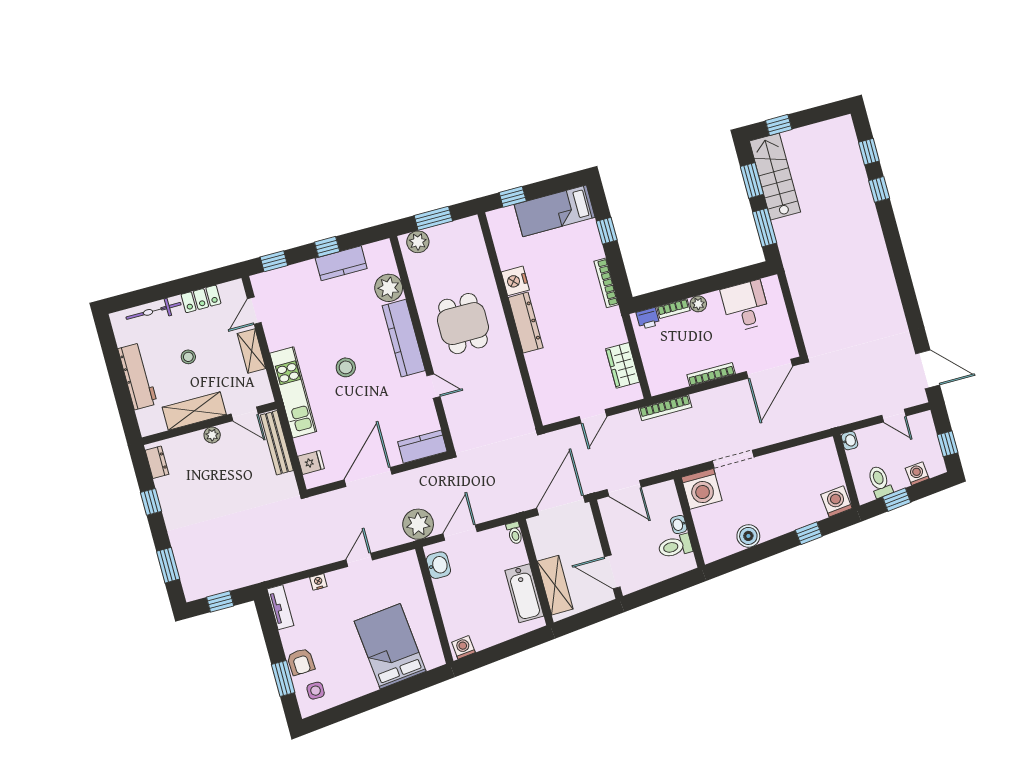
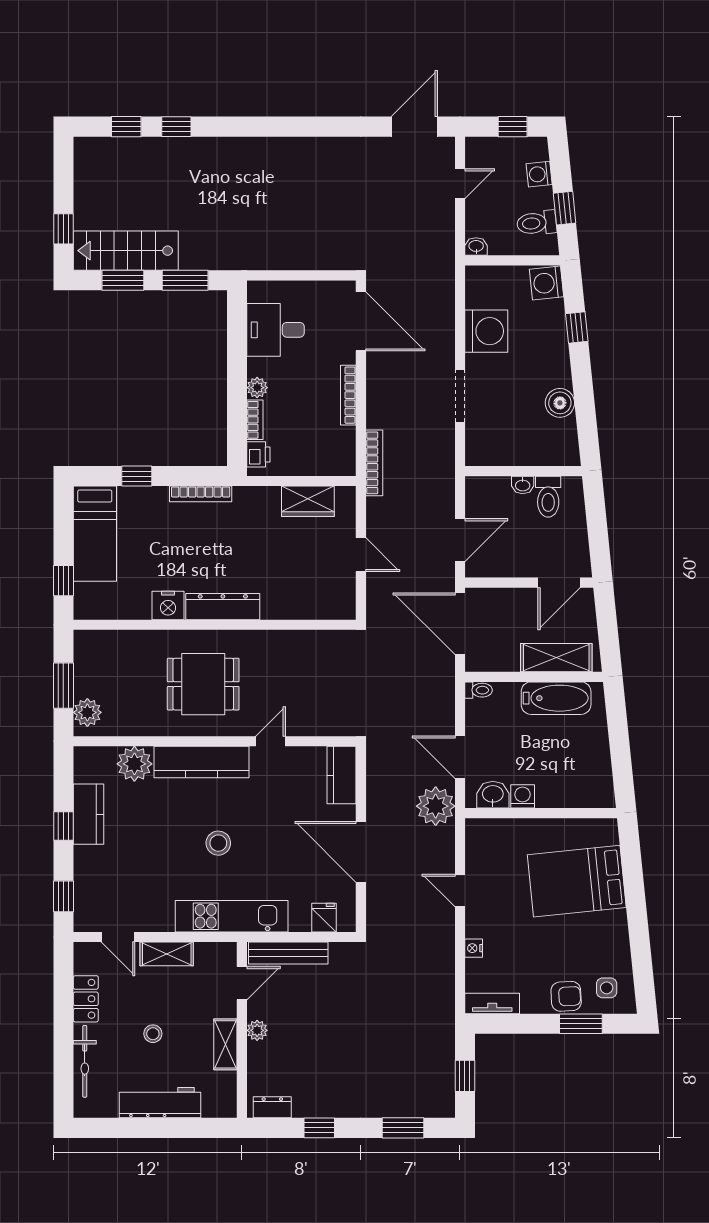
shelving: (194, 411) -> (225, 1044), width x0.67, depth x0.75
washing machine: (702, 489) -> (486, 331), moved
washing machine: (463, 647) -> (523, 796), moved, turned 96

